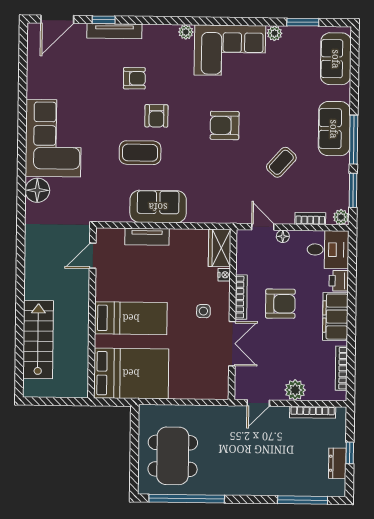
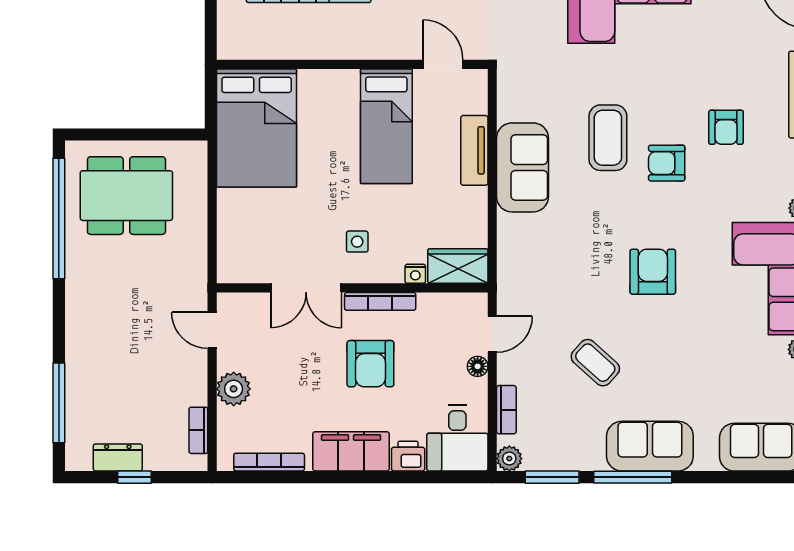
bed: (131, 318) -> (386, 126), moved
bookcase: (313, 412) -> (198, 430), width x0.64

